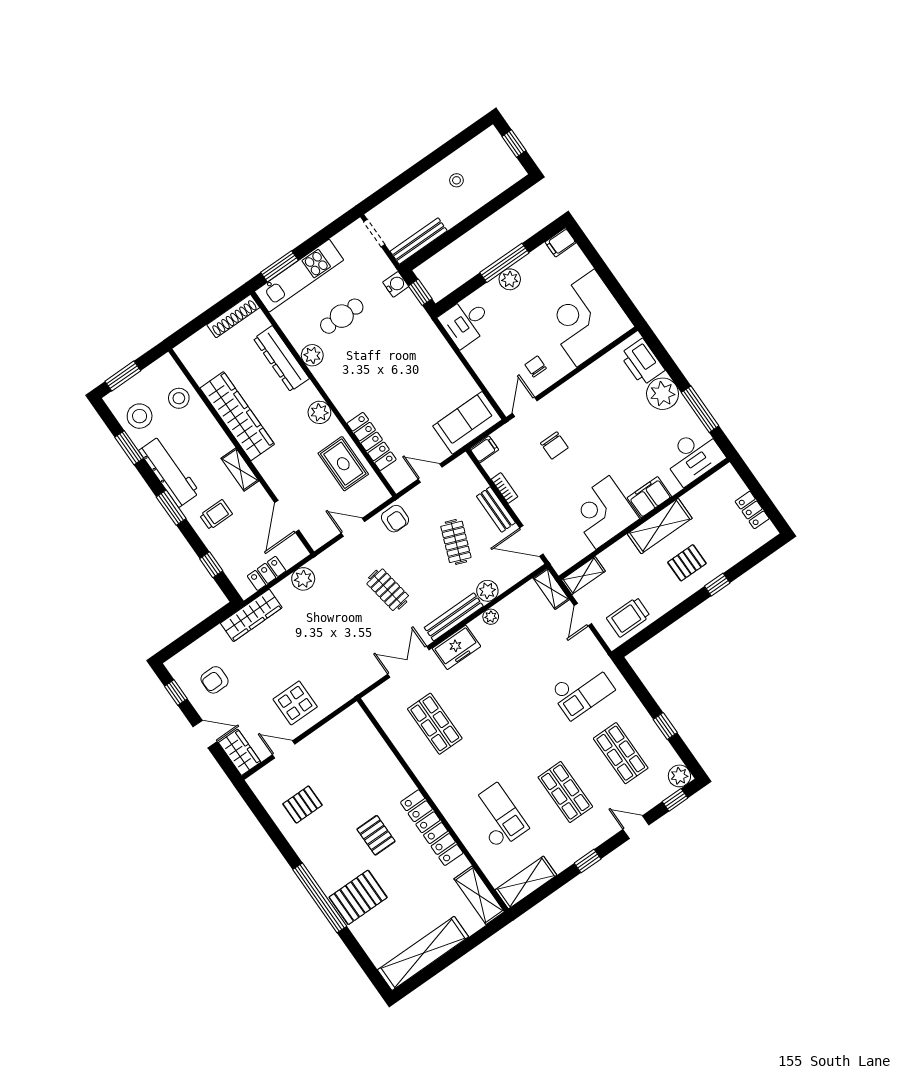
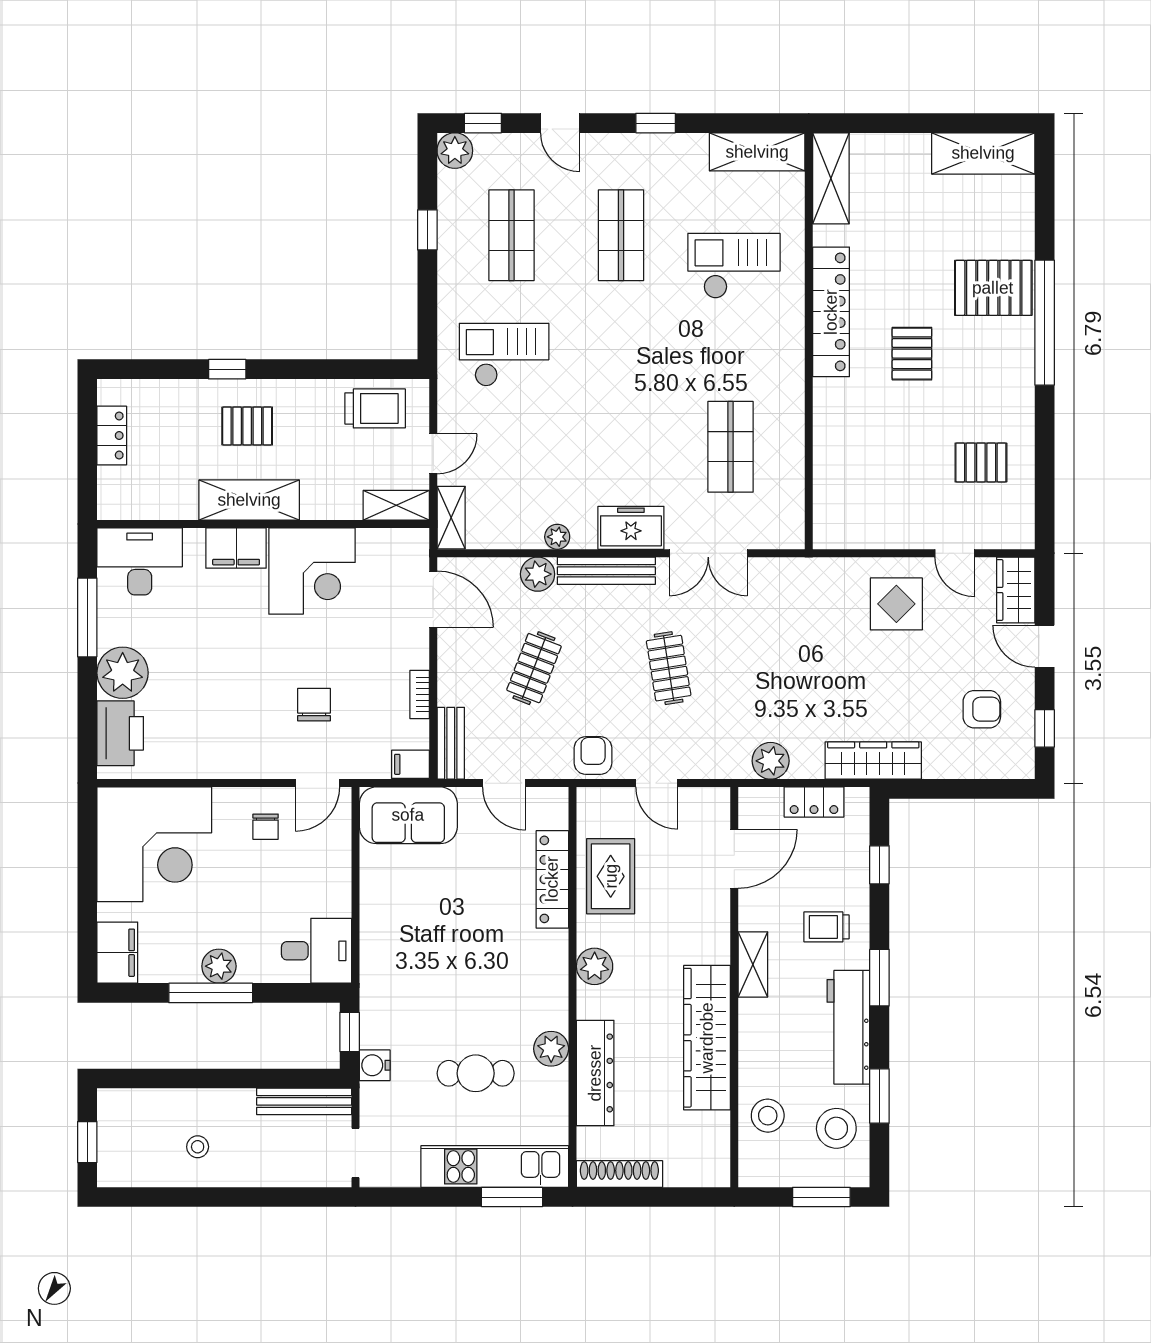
filing cabinet: (561, 242) -> (117, 953), width x2.00
bench: (496, 509) -> (451, 743), moved
checkout: (497, 817) -> (734, 266), turned 90
shelving: (423, 953) -> (983, 153), width x0.68

